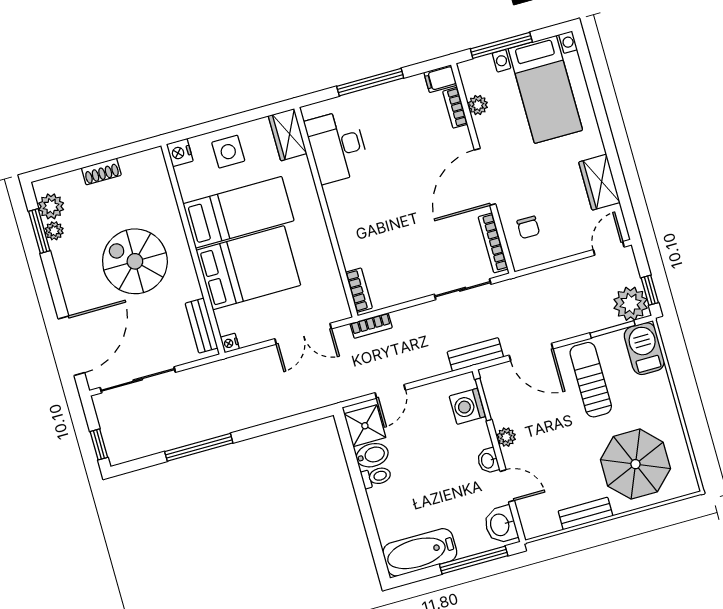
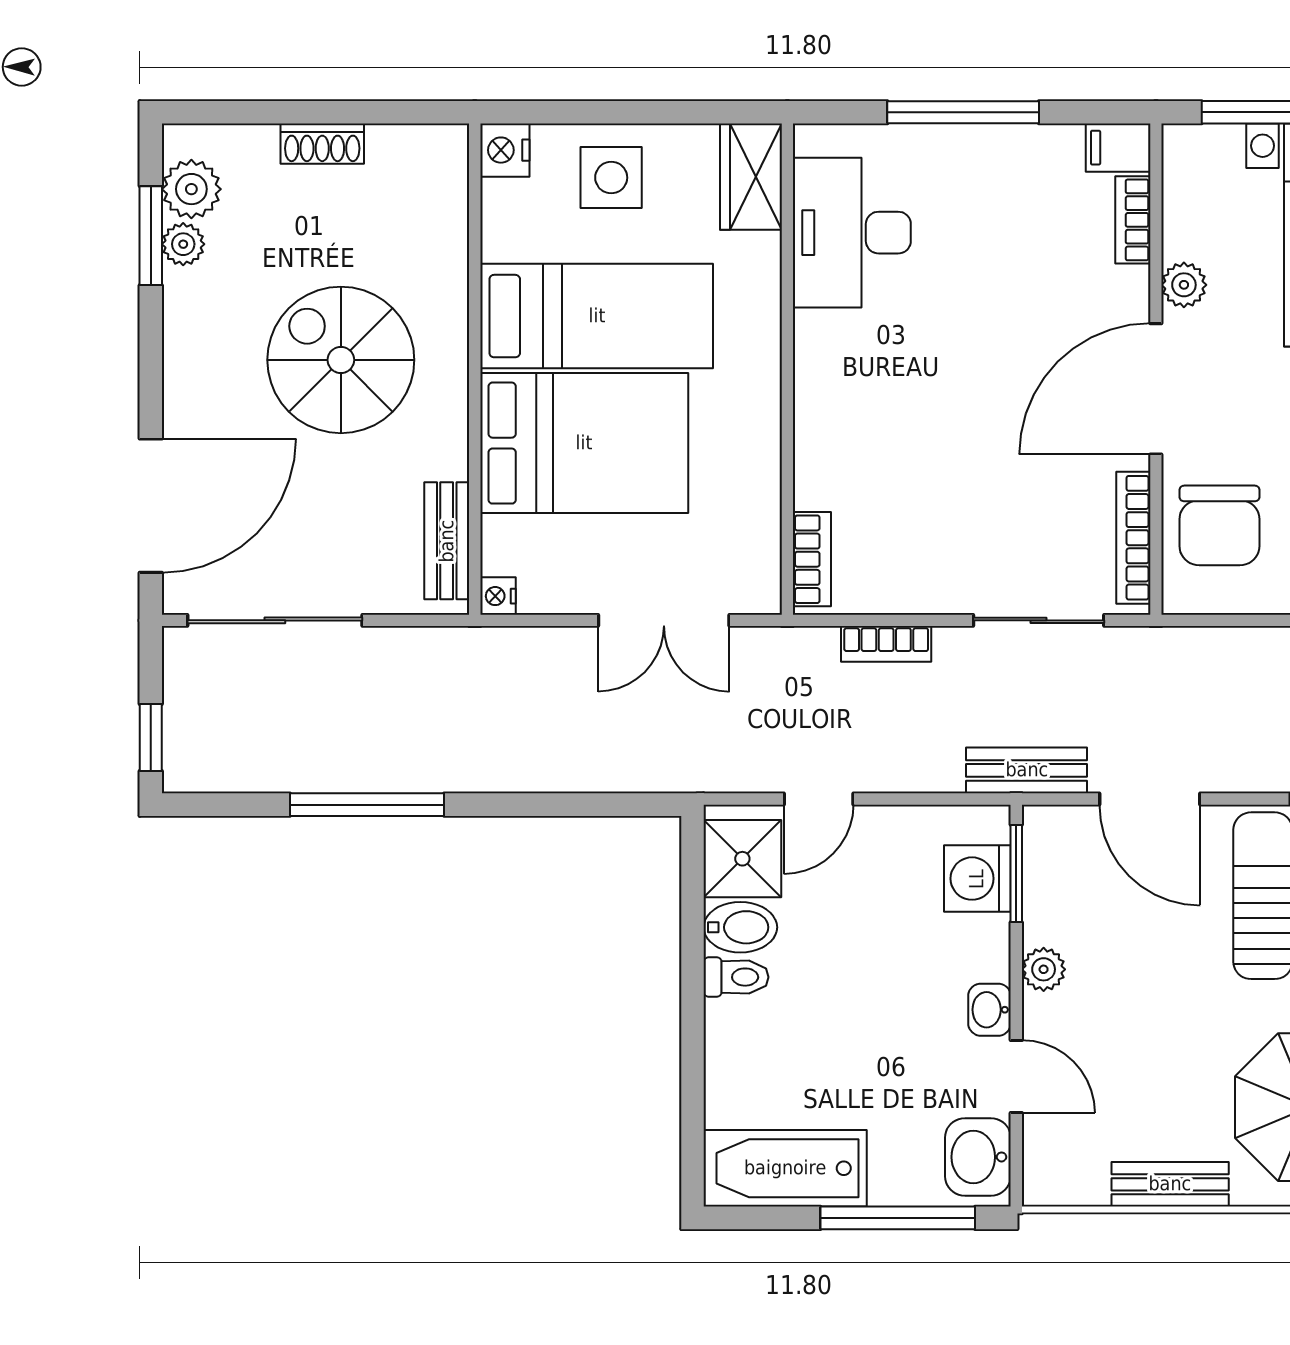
plant: (478, 105) -> (1184, 285), moved
chair: (528, 227) -> (1219, 525), width x1.87, depth x1.87
bookcase: (371, 326) -> (886, 644), moved

